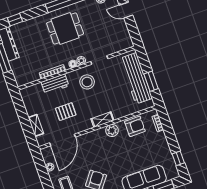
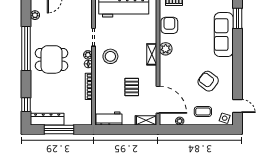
dining table: (65, 29) -> (52, 59), turned 90
workbench: (55, 84) -> (109, 118), moved, turned -90
shelving: (36, 125) -> (146, 120), moved

